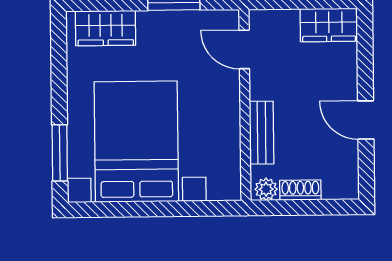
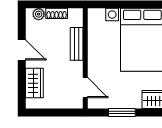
wardrobe: (329, 25) -> (34, 83), moved, turned 90
plant: (266, 189) -> (39, 14), moved

